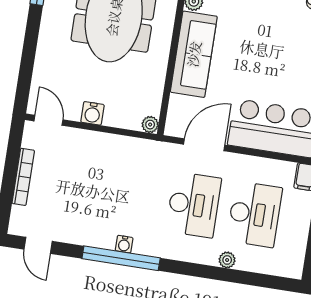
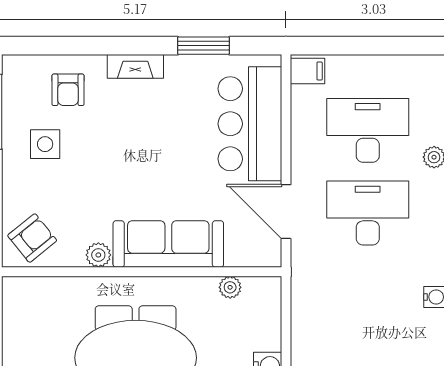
plant: (150, 125) -> (230, 287), moved

